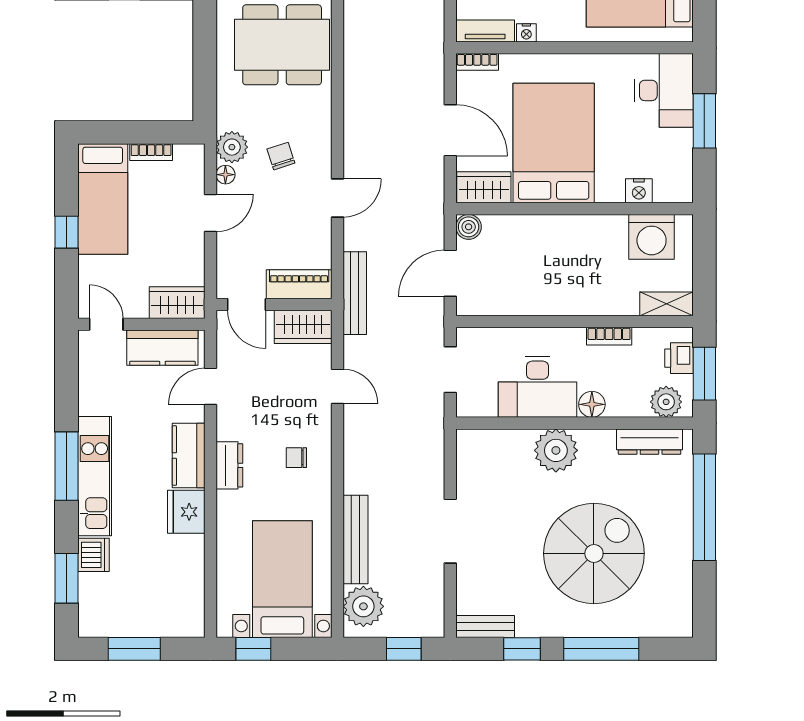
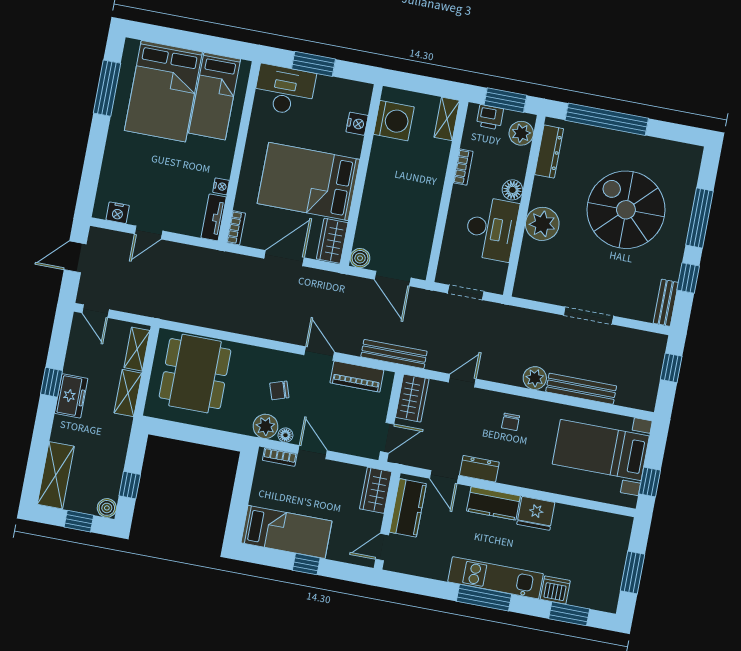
bookcase: (151, 152) -> (280, 457), moved, turned 90
piano: (299, 284) -> (357, 377), moved, turned -90
dresser: (229, 465) -> (479, 469), moved
plant: (363, 606) -> (535, 378), moved, width x0.73, depth x0.73

